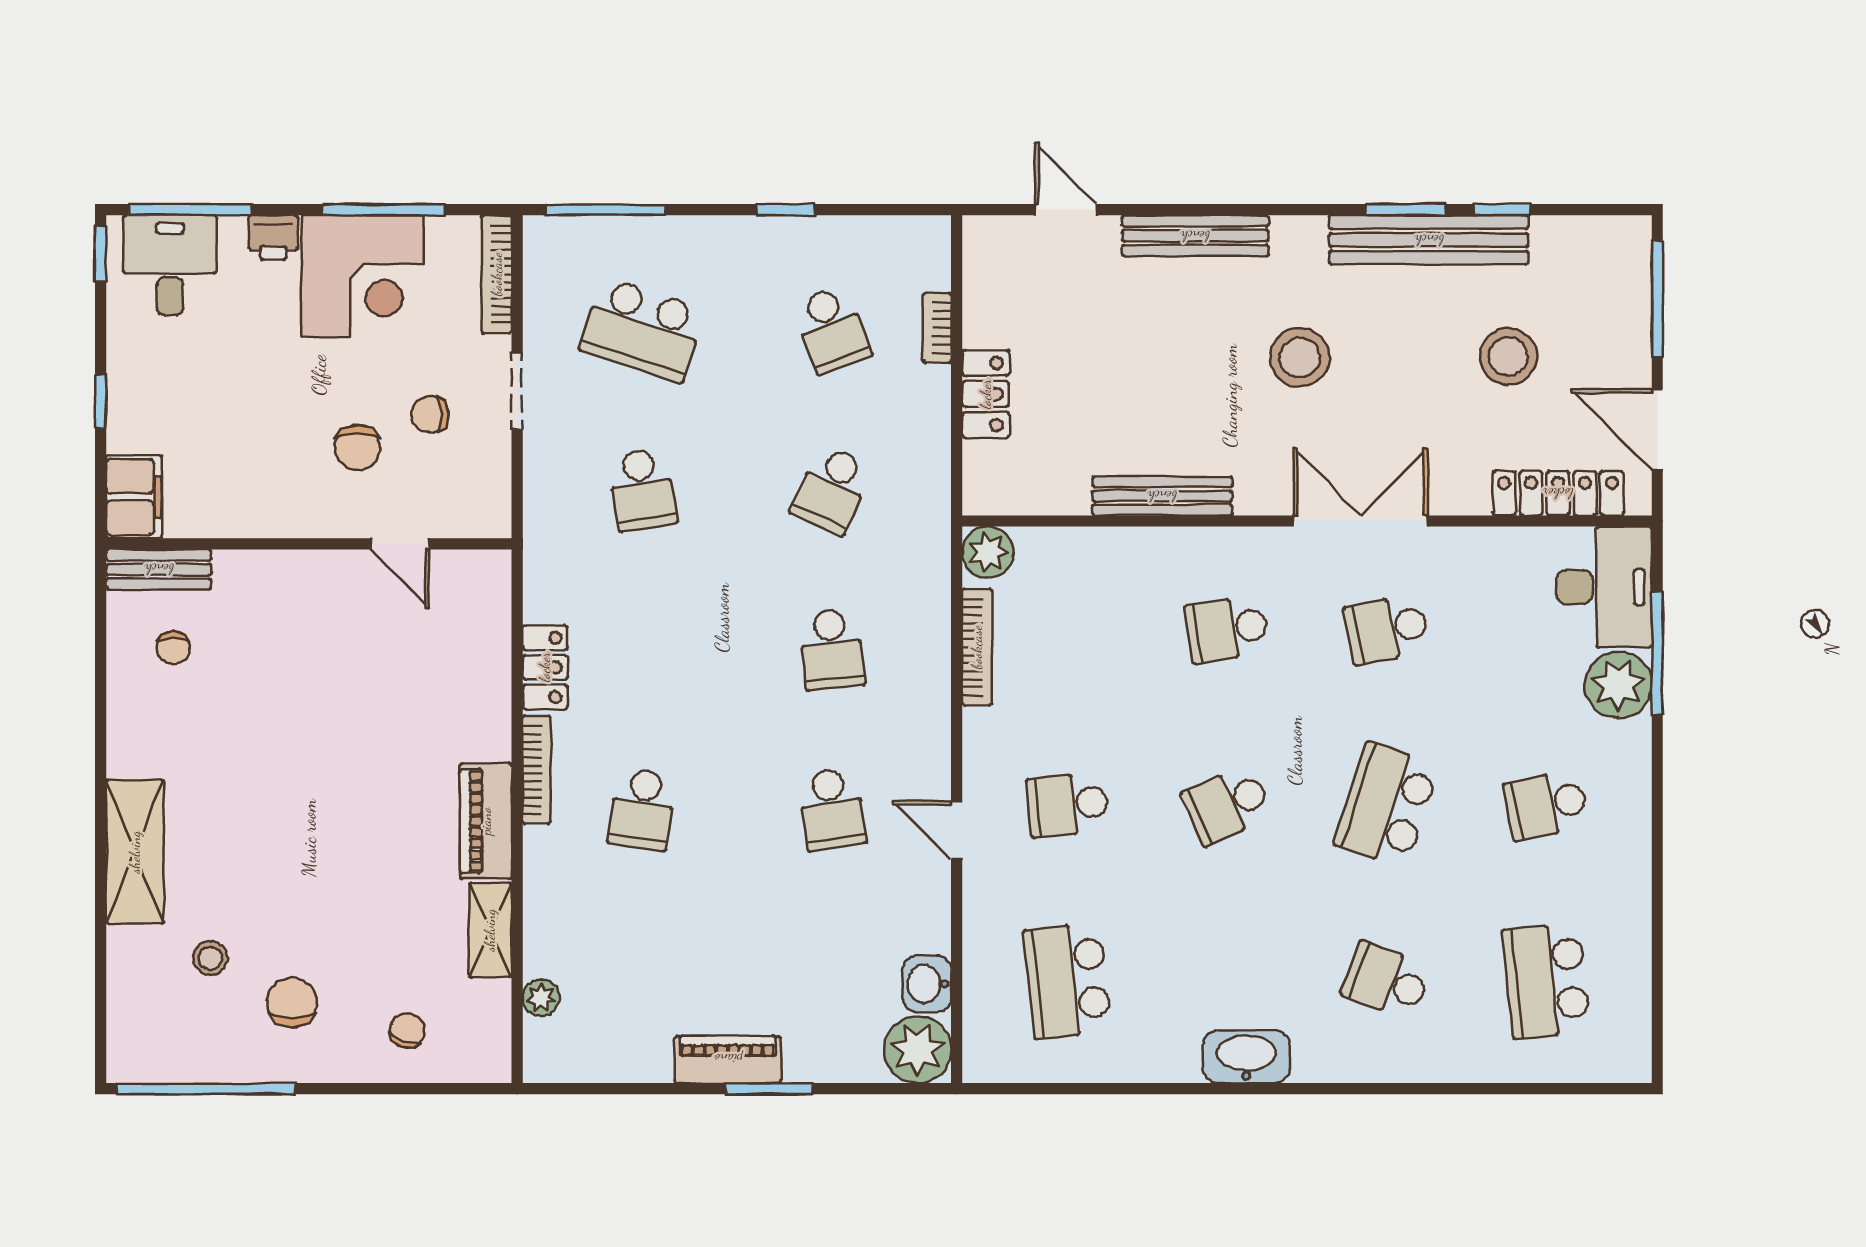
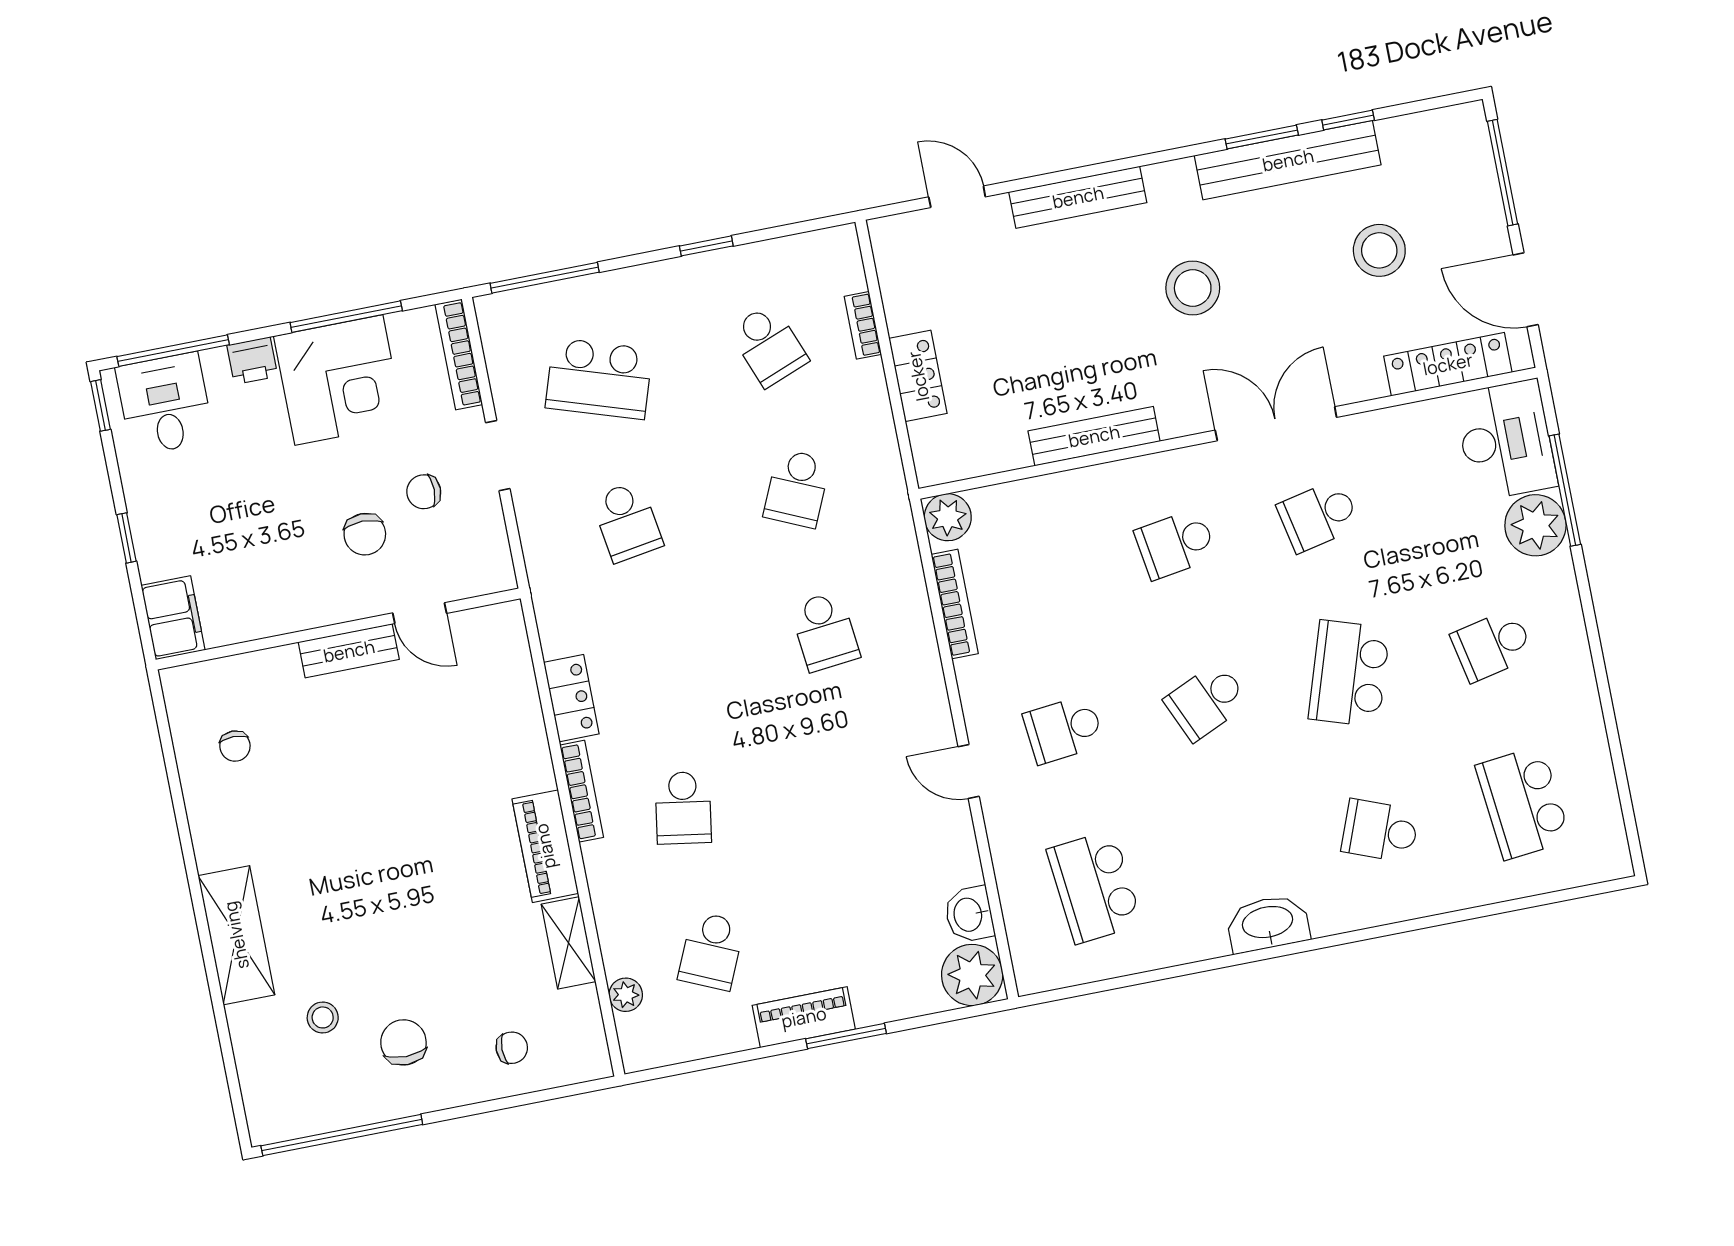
bench: (159, 569) -> (349, 651), moved
school desk: (832, 809) -> (711, 951), moved, turned 33
chair: (407, 1031) -> (512, 1048), turned 70

